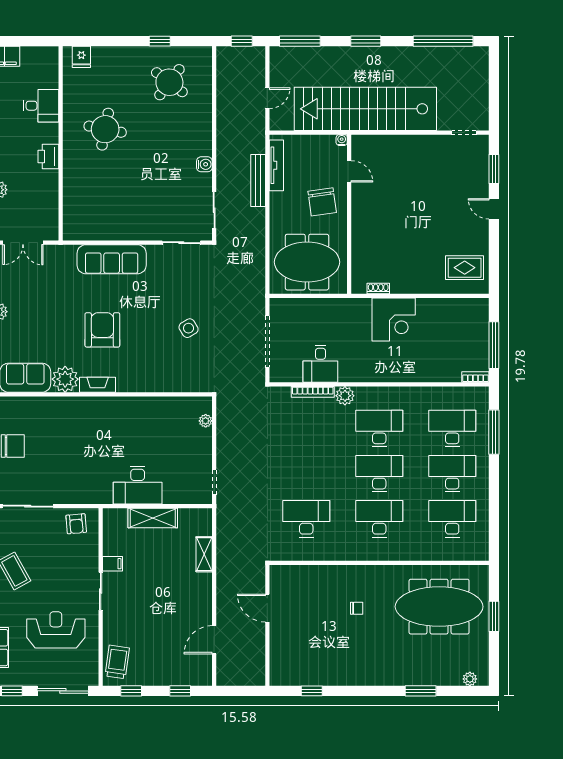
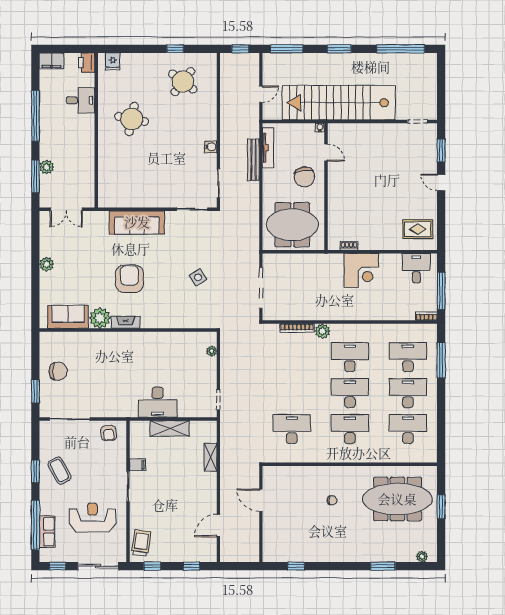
printer: (48, 156) -> (86, 63), moved
desk: (320, 364) -> (416, 268), moved, turned 180

